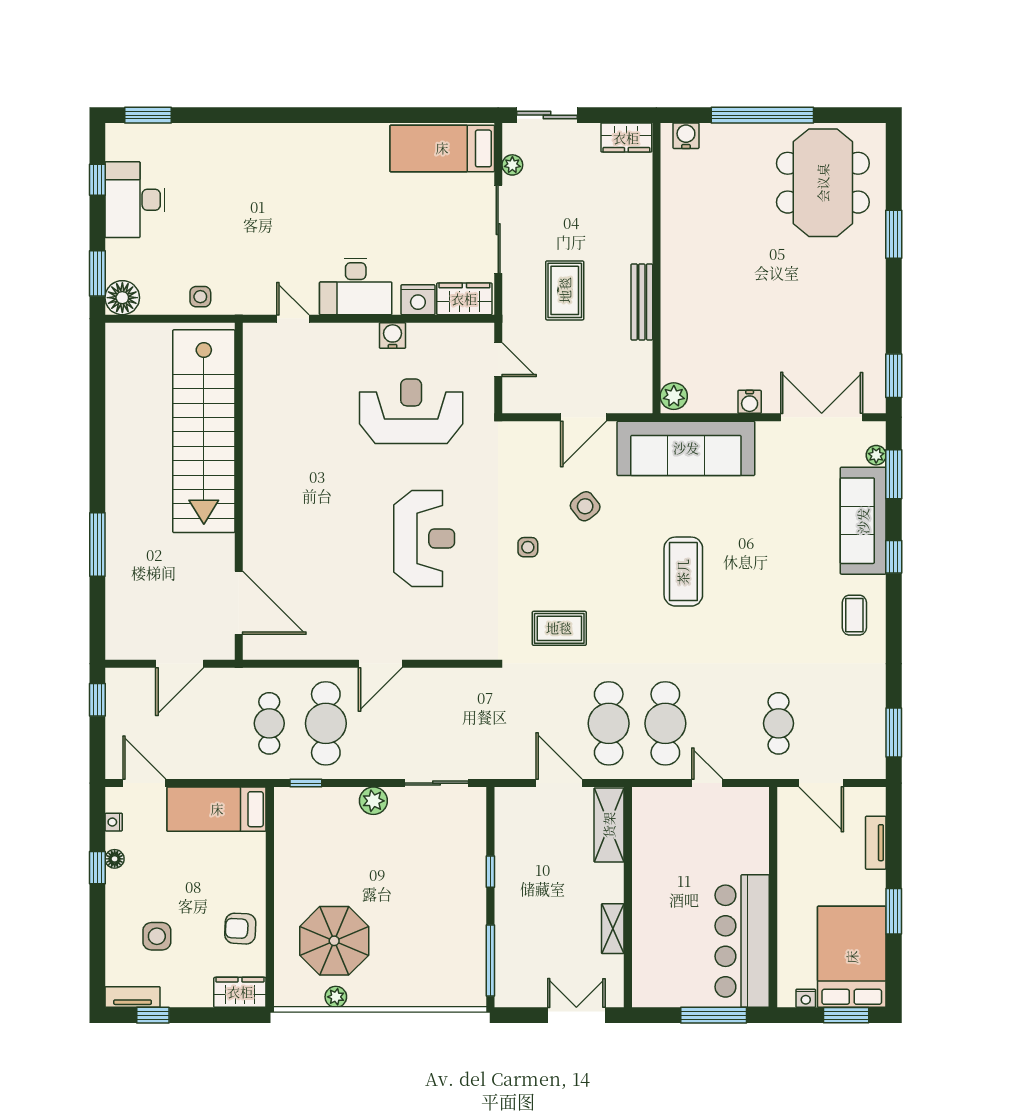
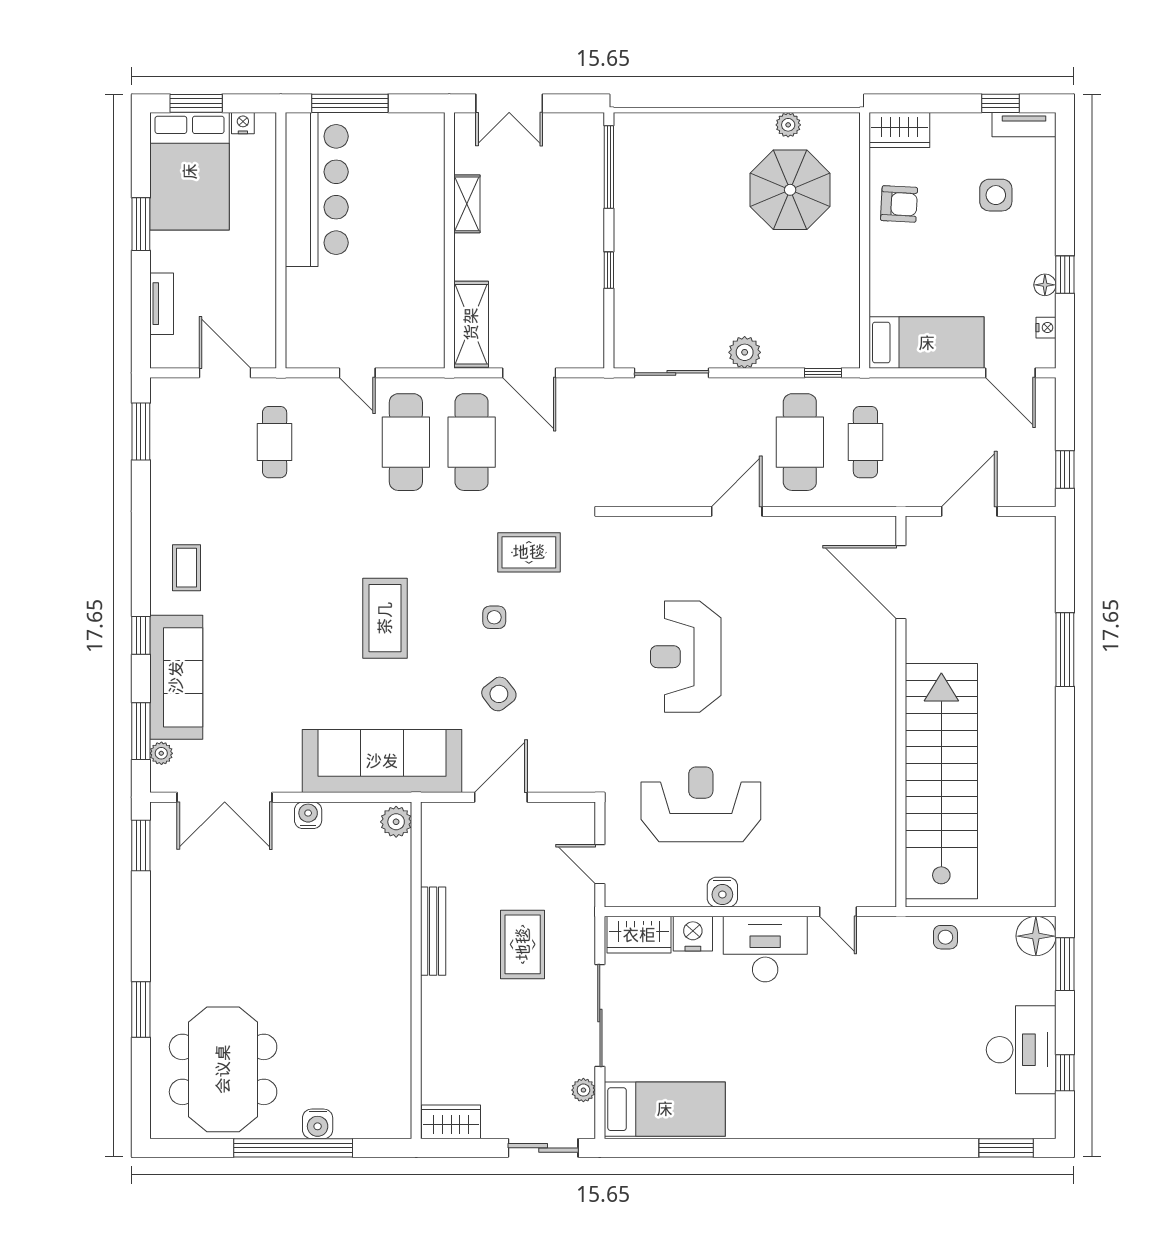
water cooler: (686, 136) -> (318, 1124), moved
reception desk: (411, 411) -> (701, 804), turned 180
side table: (528, 547) -> (494, 617), moved

